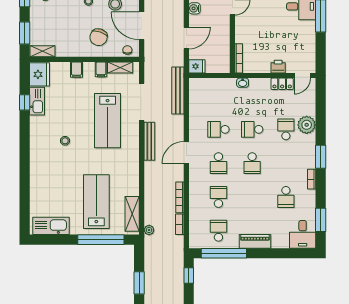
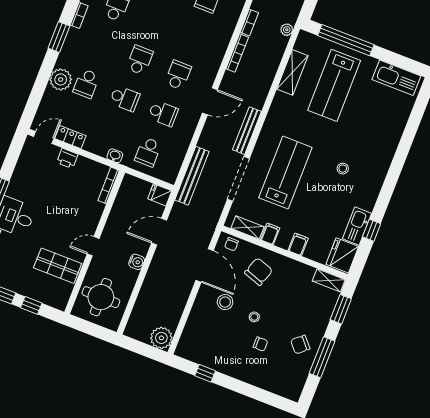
school desk: (218, 197) -> (148, 152), moved
shelving: (132, 214) -> (292, 72), moved

